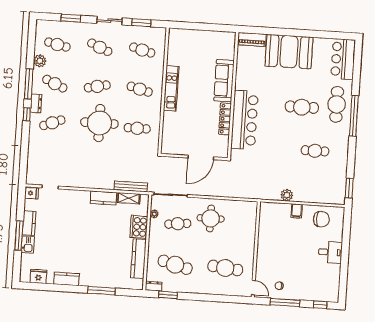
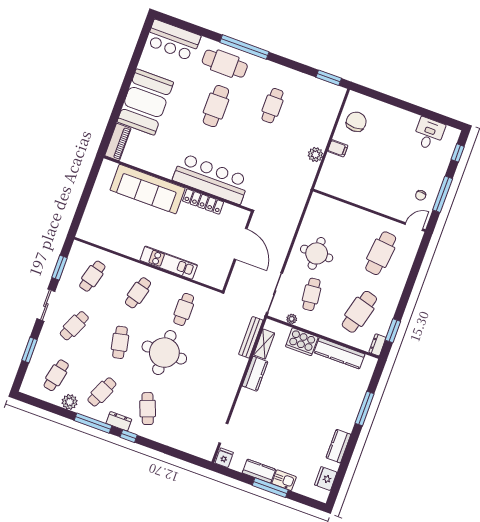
sofa: (224, 81) -> (148, 189), width x1.36, depth x1.27
kitchen unit: (171, 88) -> (169, 263), moved
desk: (330, 252) -> (429, 134), moved

